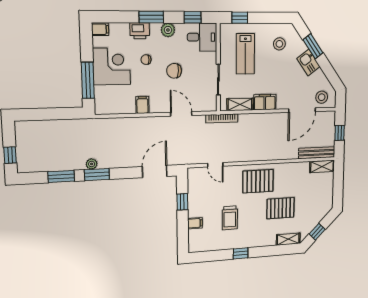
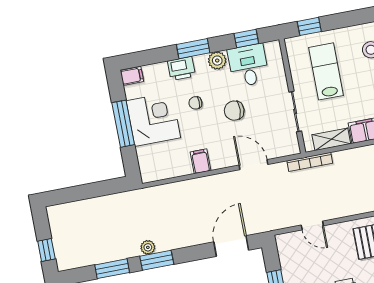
desk: (202, 37) -> (248, 65), moved, turned -90
lab bench: (245, 54) -> (326, 71), turned 180
window: (88, 80) -> (123, 124), moved

